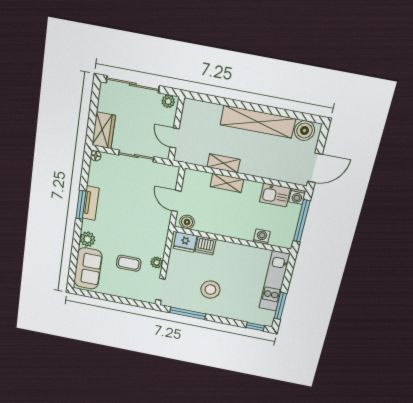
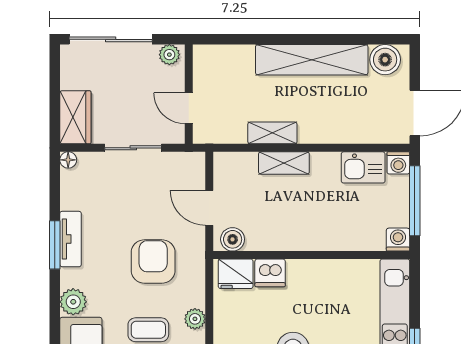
armchair: (138, 226) -> (153, 261), added
washing machine: (262, 237) -> (398, 240), moved

